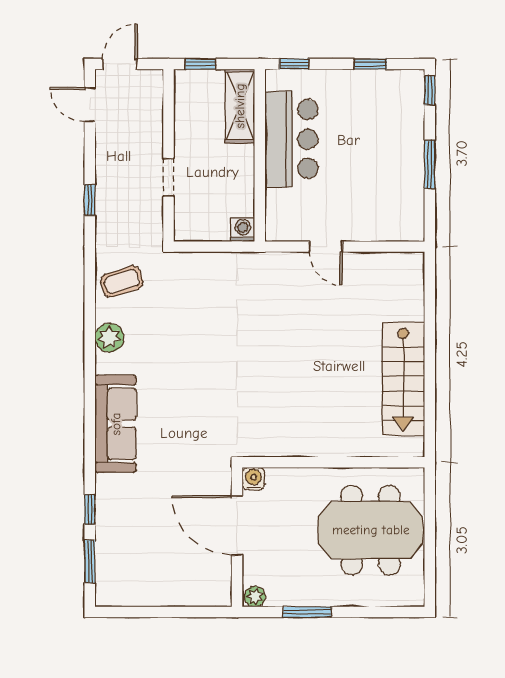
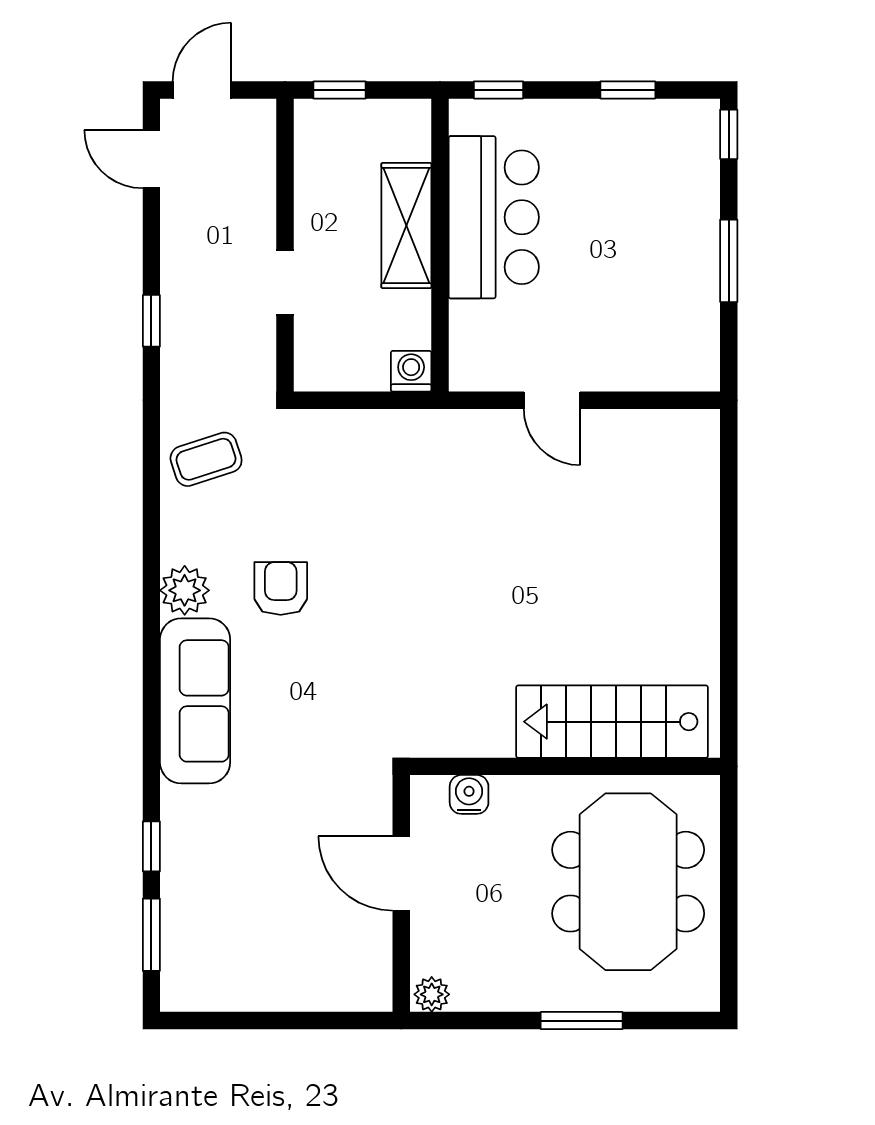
shelving: (240, 106) -> (406, 226), moved
plant: (109, 338) -> (185, 590), moved
armchair: (166, 358) -> (281, 588), added
stairs: (403, 379) -> (612, 722), moved, turned 90
water cooler: (253, 479) -> (469, 794), moved
door: (237, 525) -> (401, 873), width x0.73
meeting table: (371, 530) -> (628, 882), turned 90
window: (307, 612) -> (582, 1021), moved

